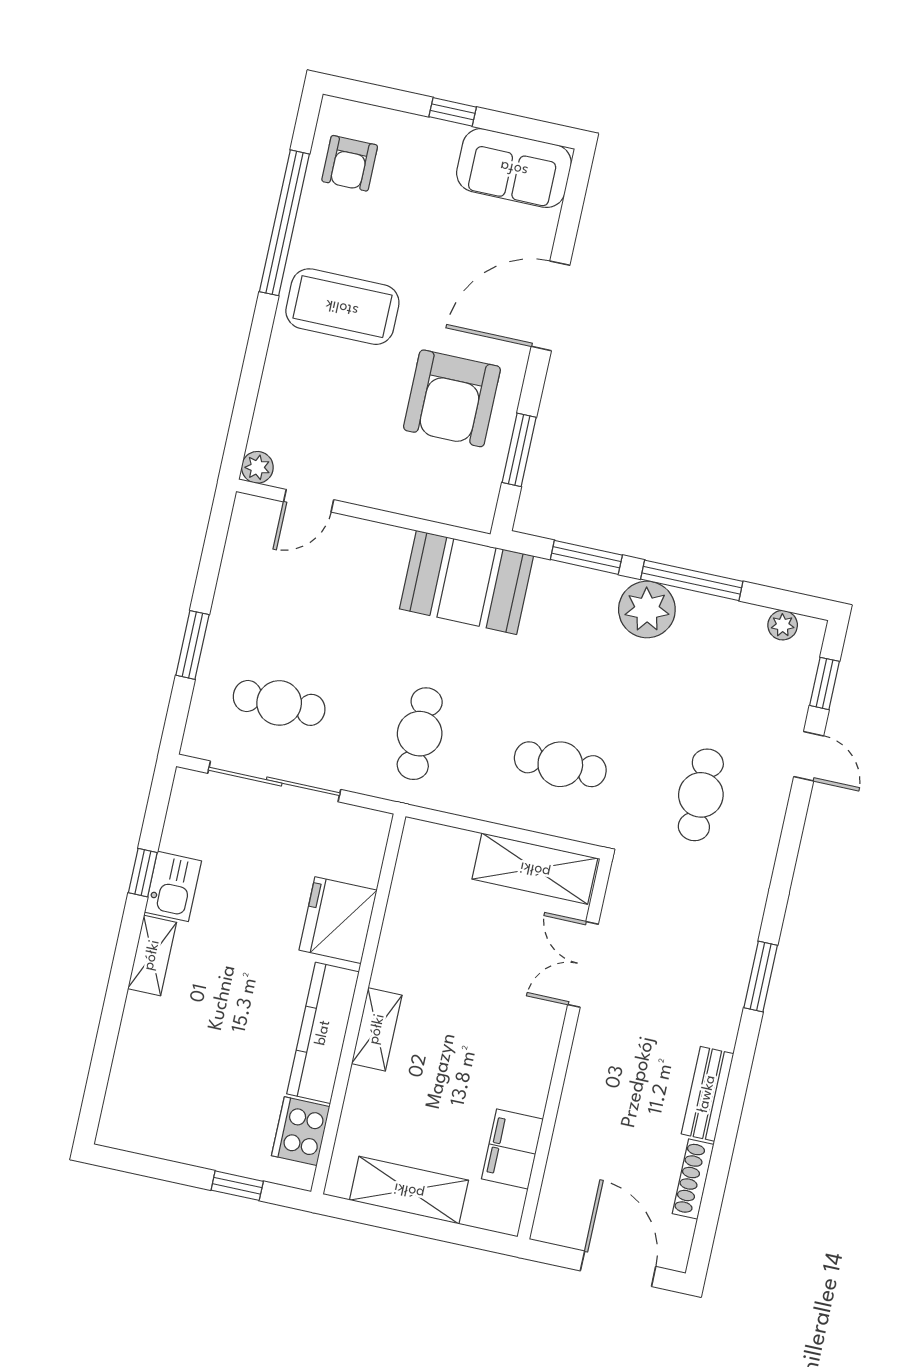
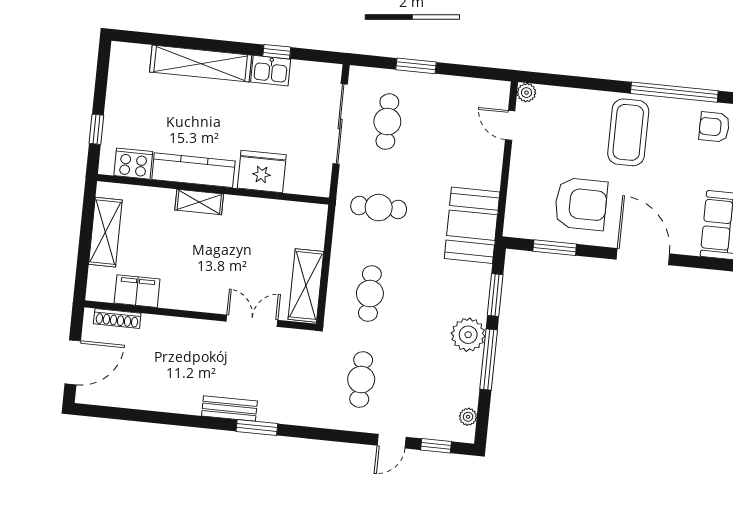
armchair: (452, 398) -> (581, 204), turned 180
cafe table: (701, 795) -> (361, 380), turned 90
shelving: (152, 955) -> (201, 64), width x2.20, depth x1.33
bench: (707, 1094) -> (229, 408), moved
shoe rack: (693, 1179) -> (117, 318), moved, turned 180

